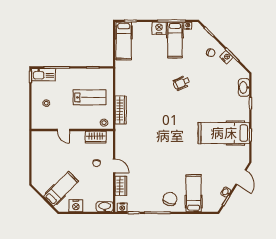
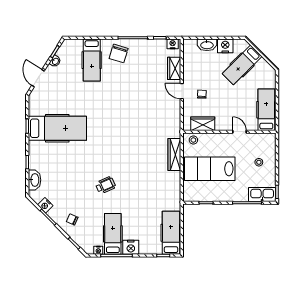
nightstand: (226, 57) -> (45, 205), moved
lab bench: (90, 97) -> (210, 169), width x1.36, depth x1.39
hospital bed: (40, 149) -> (266, 110), added
washbasin: (105, 207) -> (207, 45), moved

